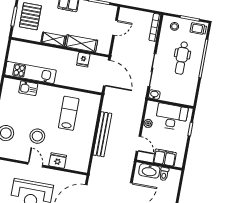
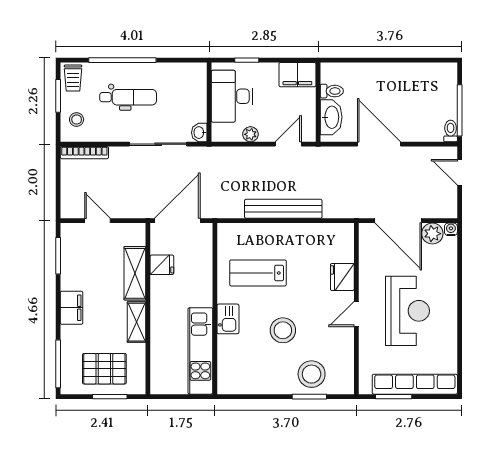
kitchen sink: (28, 88) -> (228, 319), moved
stool: (37, 136) -> (283, 330), moved
filing cabinet: (165, 158) -> (297, 75), moved, turned -90

